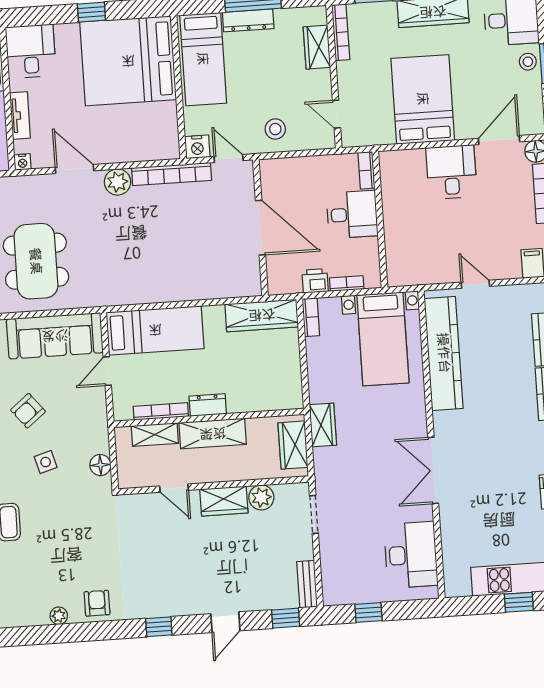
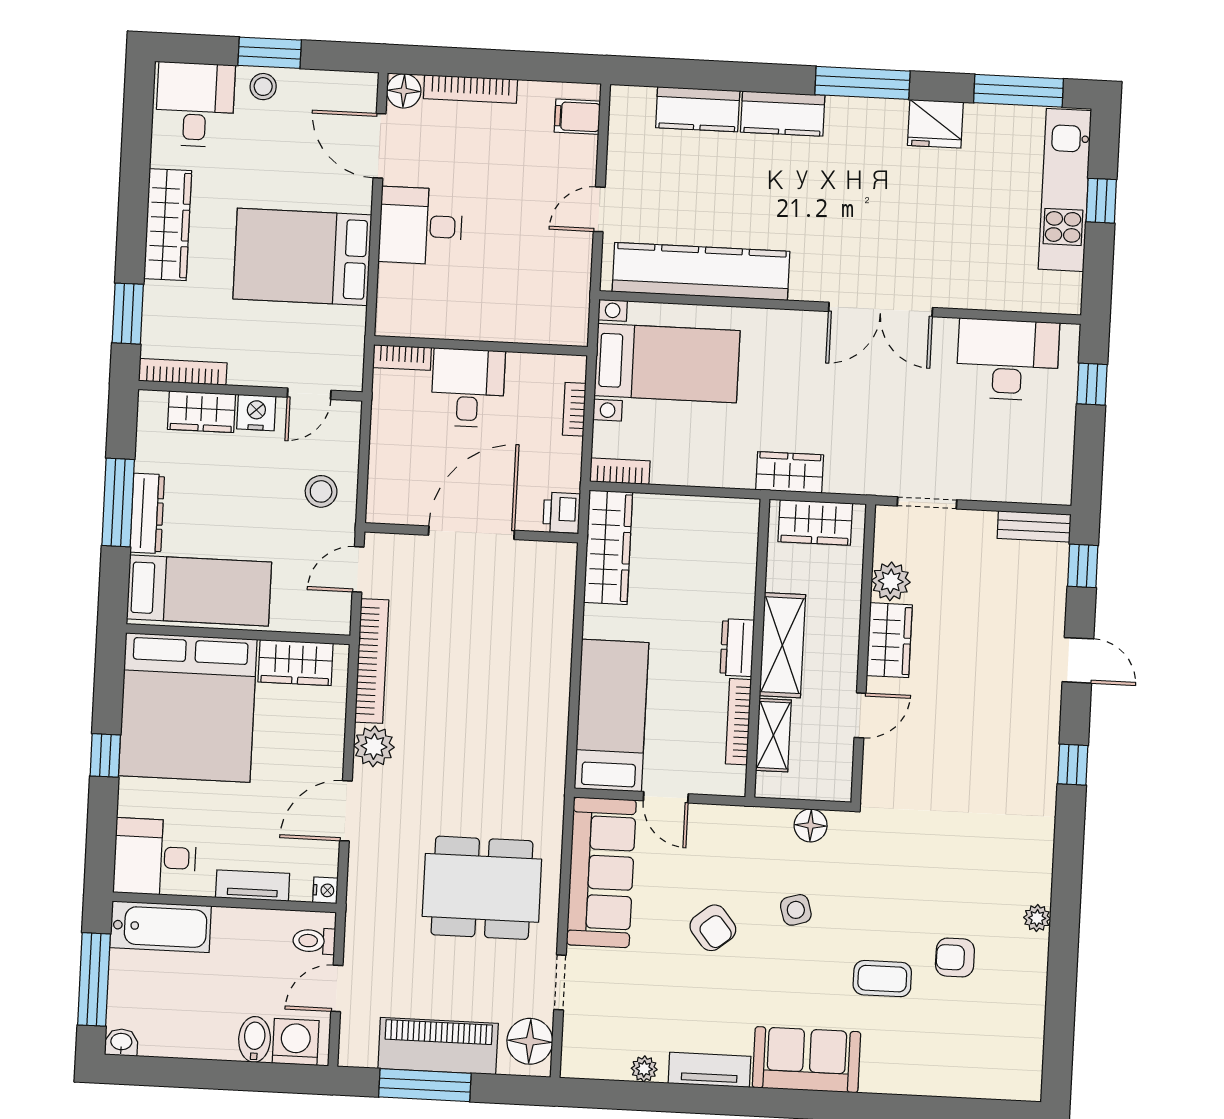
wardrobe: (165, 126) -> (296, 663), added
nightstand: (197, 147) -> (256, 413), moved, turned -90
printer: (315, 281) -> (562, 513), moved
armchair: (97, 603) -> (955, 957), moved
window: (368, 612) -> (1092, 384), moved

